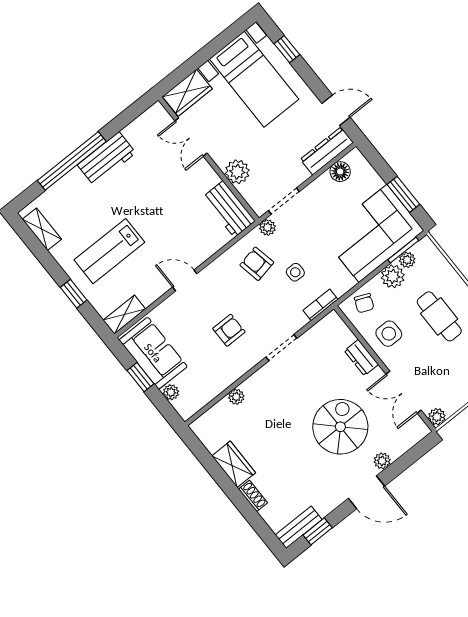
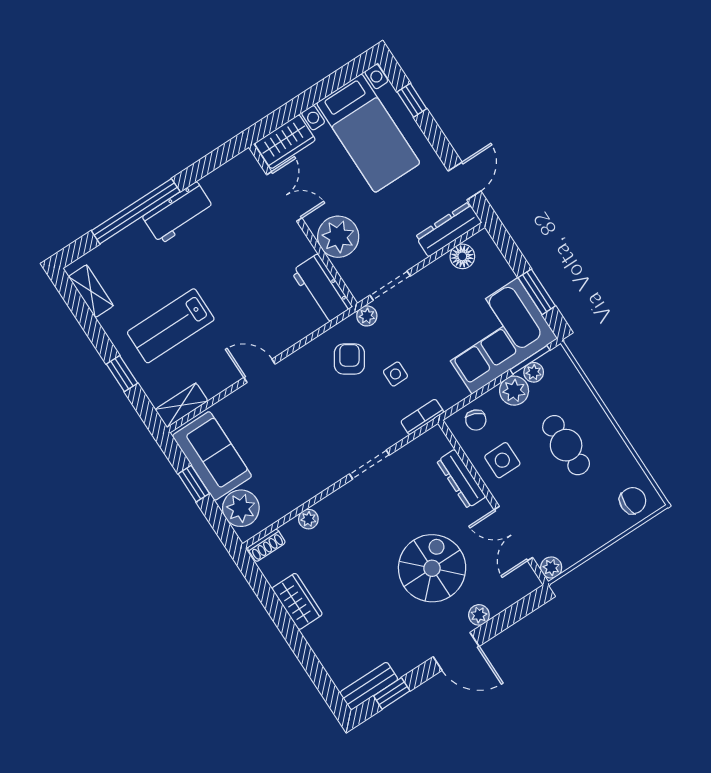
door: (336, 110) -> (465, 181), hinge flipped
double door: (191, 137) -> (284, 196), swing flipped
plant: (237, 172) -> (338, 237), width x1.36, depth x1.36
armchair: (257, 264) -> (349, 359), turned 44
armchair: (229, 330) -> (307, 437), removed
dresser: (361, 358) -> (461, 479), width x1.44
plant: (171, 392) -> (241, 508), width x1.87, depth x1.87
shoe rack: (253, 496) -> (266, 545), moved, turned 90

